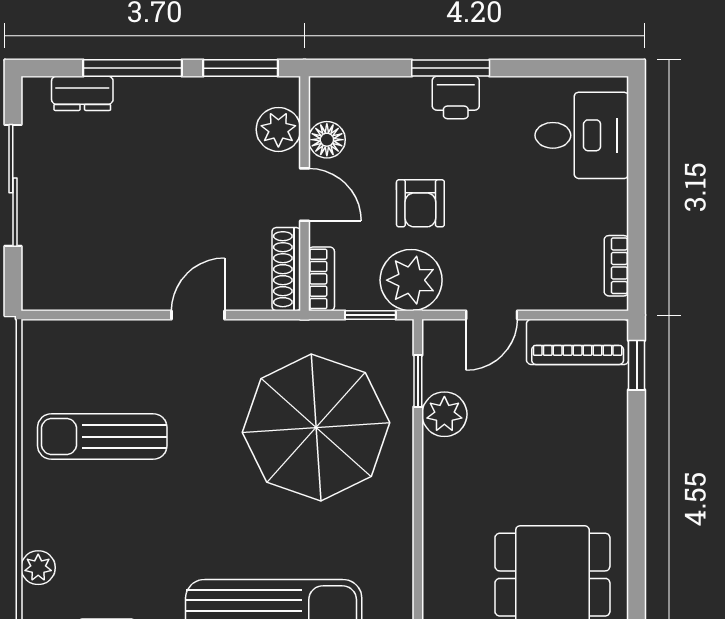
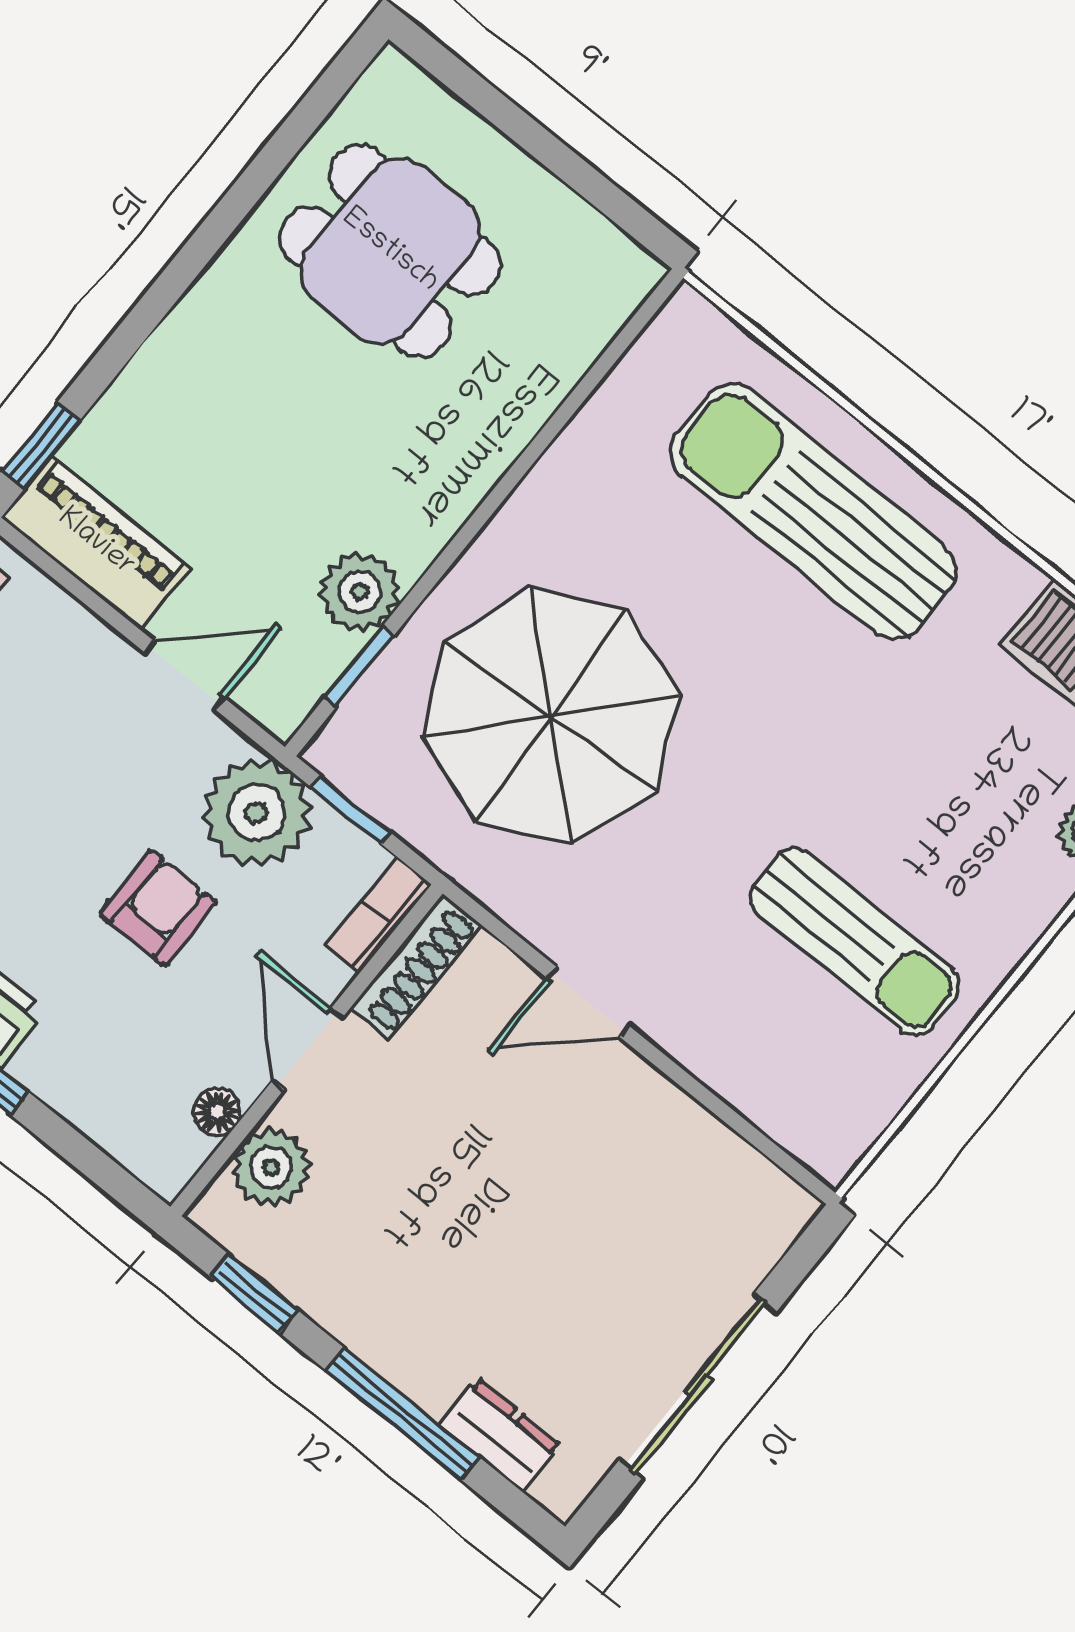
window: (241, 68) -> (255, 1294), width x0.67
floor lamp: (327, 140) -> (217, 1112), width x0.73, depth x0.73

